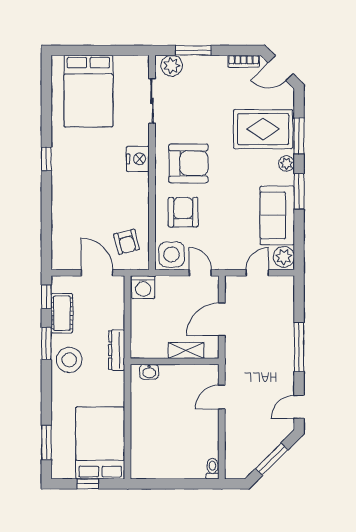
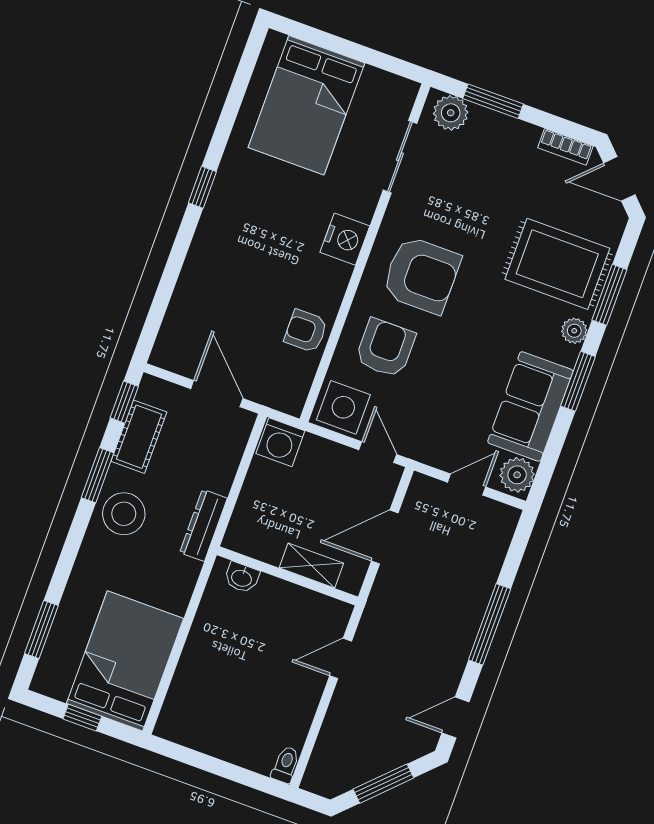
armchair: (127, 242) -> (306, 331), moved, turned 104

